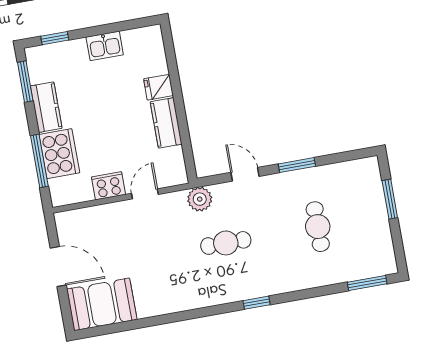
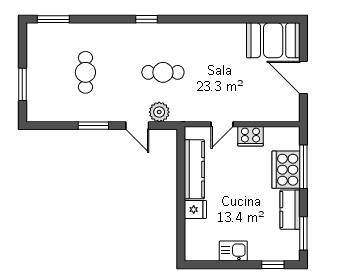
kitchen counter: (166, 123) -> (194, 169), width x1.50
plant: (200, 199) -> (159, 112), moved

